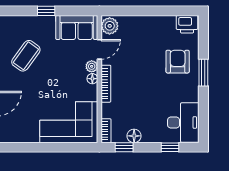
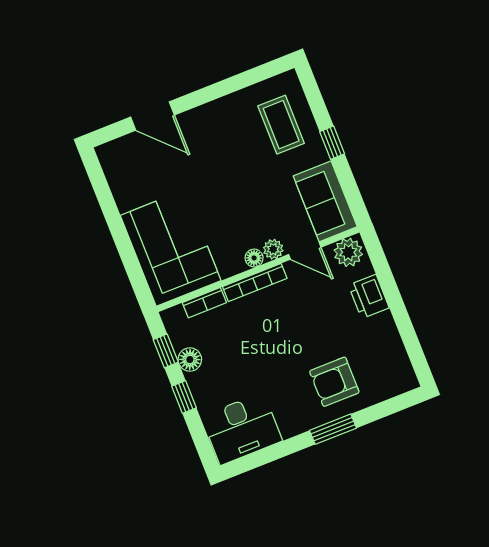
printer: (187, 24) -> (369, 296), moved
coffee table: (26, 56) -> (281, 125), moved, turned 54
armchair: (178, 62) -> (334, 382), turned 180
bookcase: (106, 131) -> (204, 303), moved
window: (170, 147) -> (184, 397), moved

